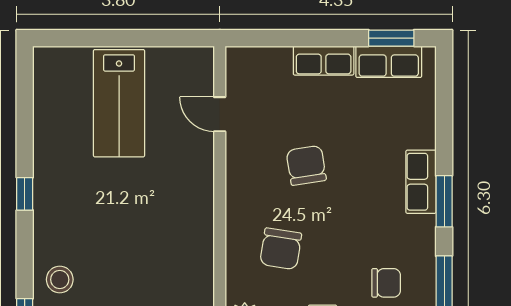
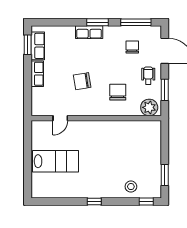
chair: (281, 249) -> (118, 92), turned -99

